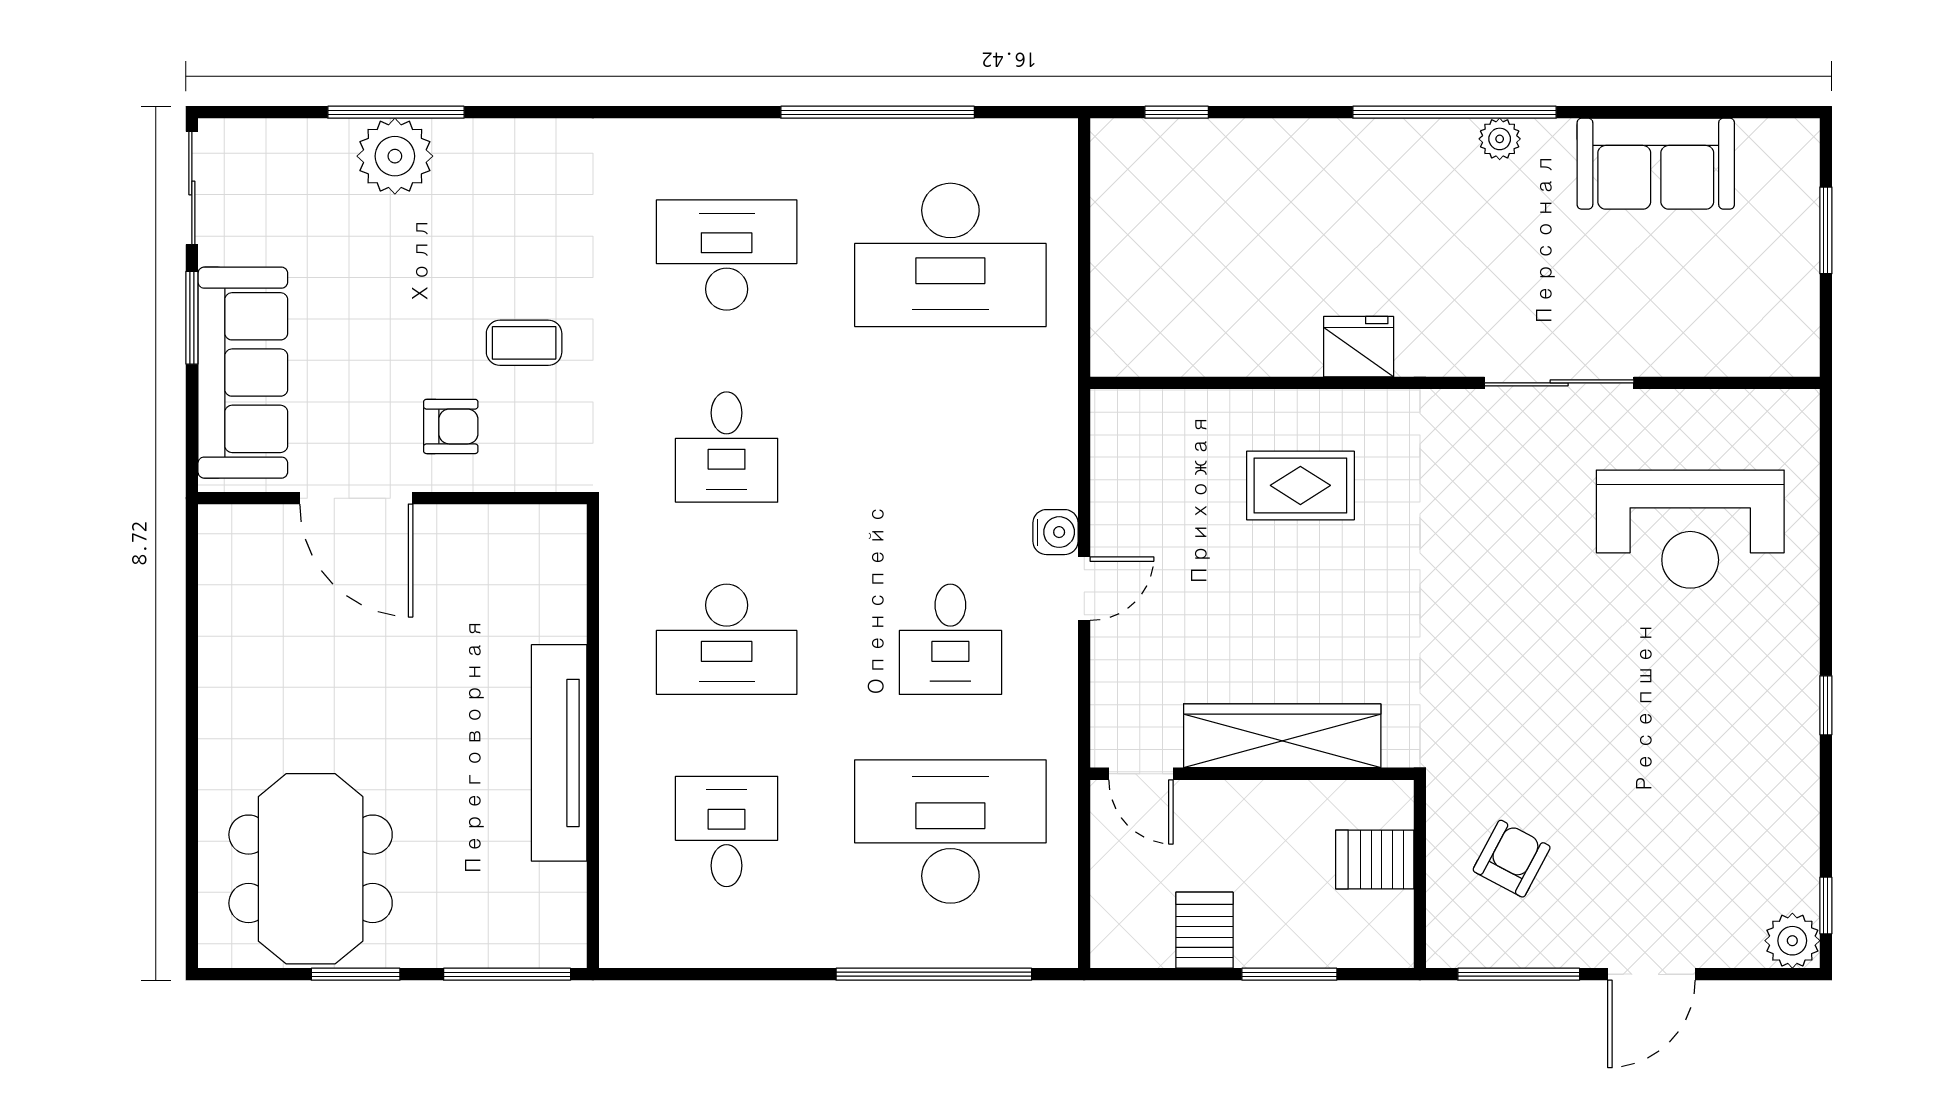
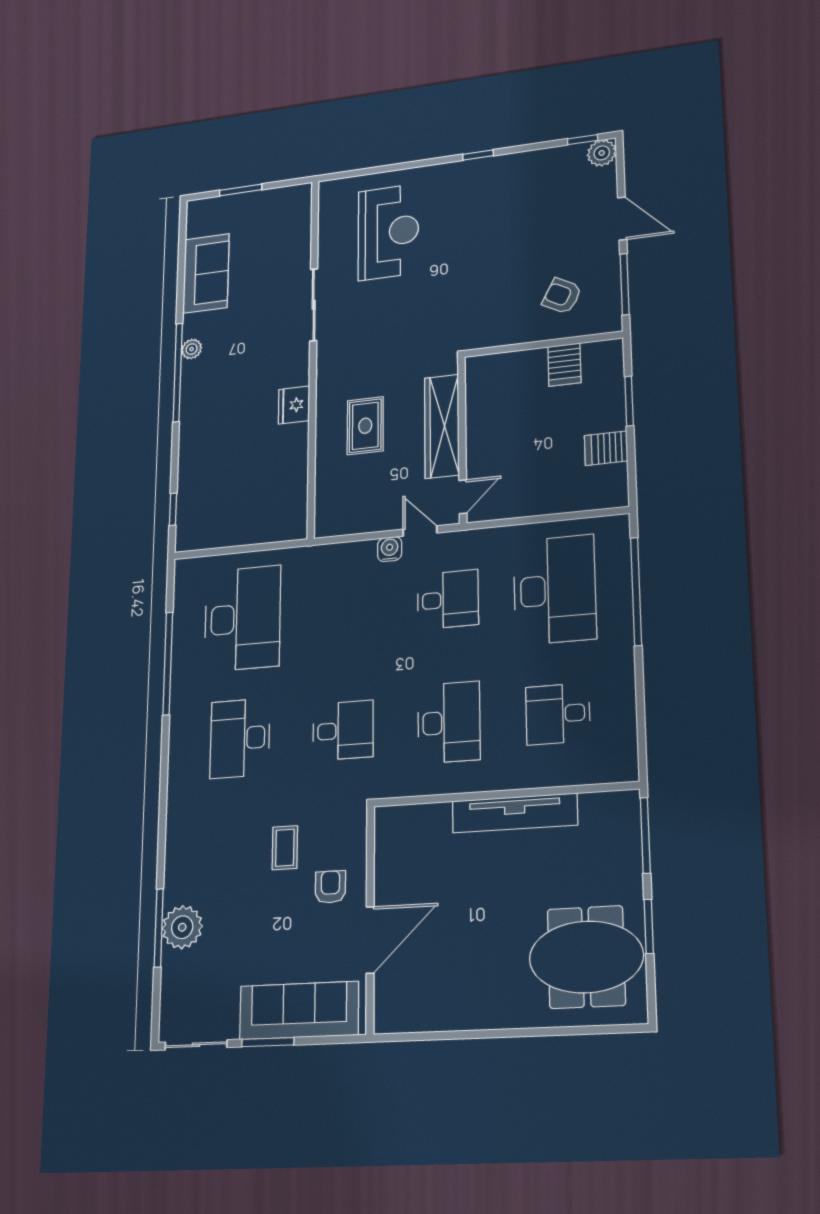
wardrobe: (1282, 736) -> (442, 426), moved
door: (1141, 774) -> (463, 497), moved
wall: (1252, 774) -> (462, 439), moved
desk: (950, 831) -> (555, 590), turned 180

